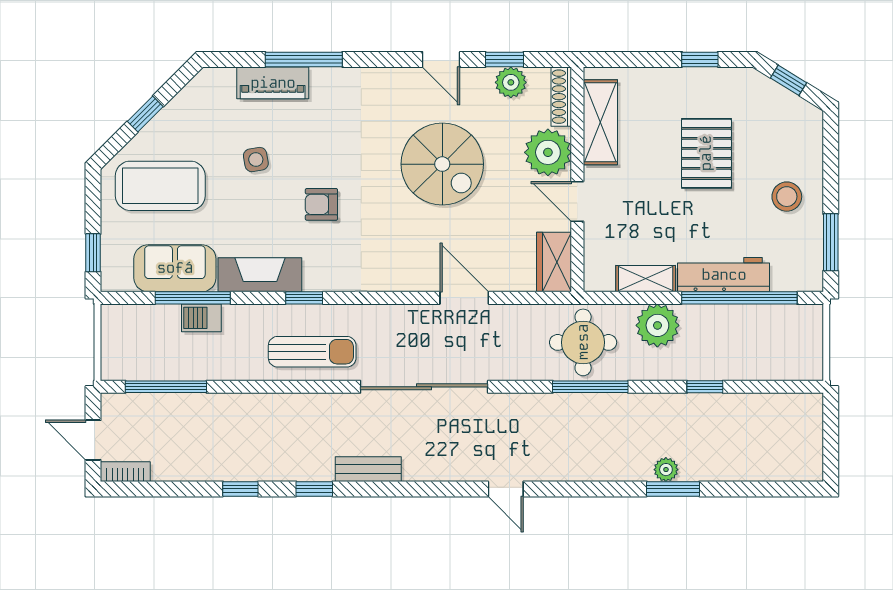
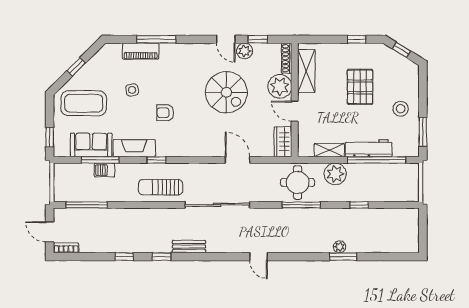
plant: (511, 82) -> (245, 51), moved
sun lounger: (312, 352) -> (161, 187), turned 180

